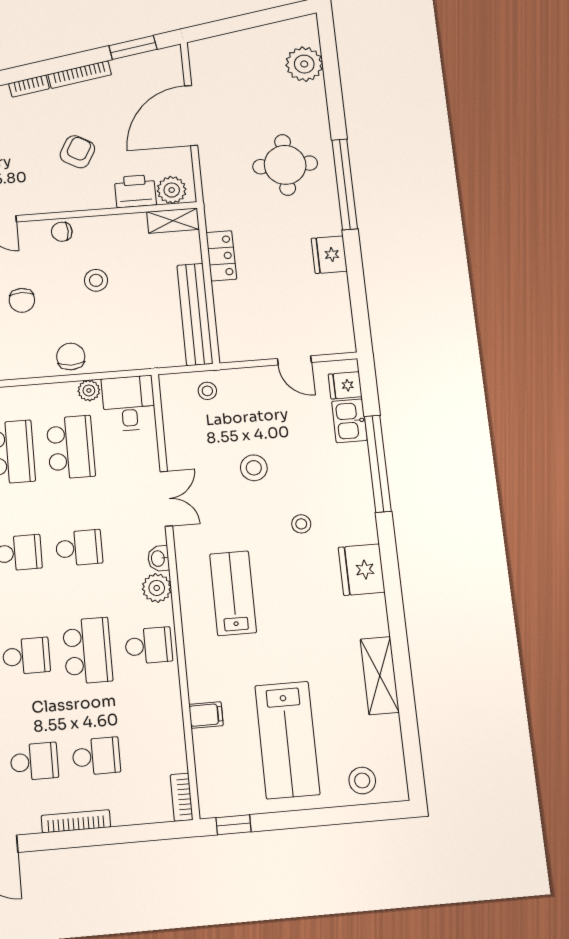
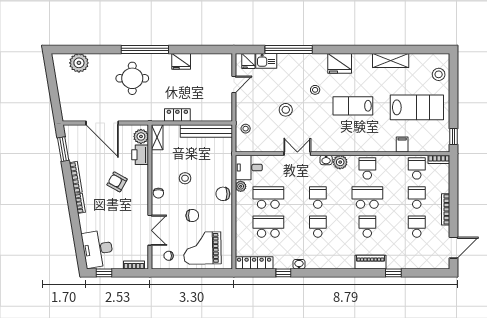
lab bench: (233, 593) -> (353, 106), moved
school desk: (158, 751) -> (417, 168), added

